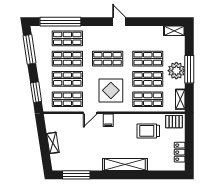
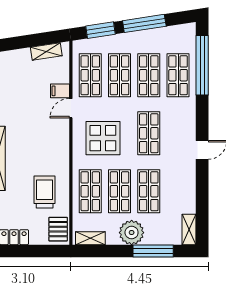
window: (30, 49) -> (144, 23), moved
window: (189, 69) -> (153, 251), moved
door: (90, 113) -> (71, 108), hinge flipped
filing cabinet: (108, 120) -> (60, 91), moved
shelving: (53, 143) -> (46, 52), moved

